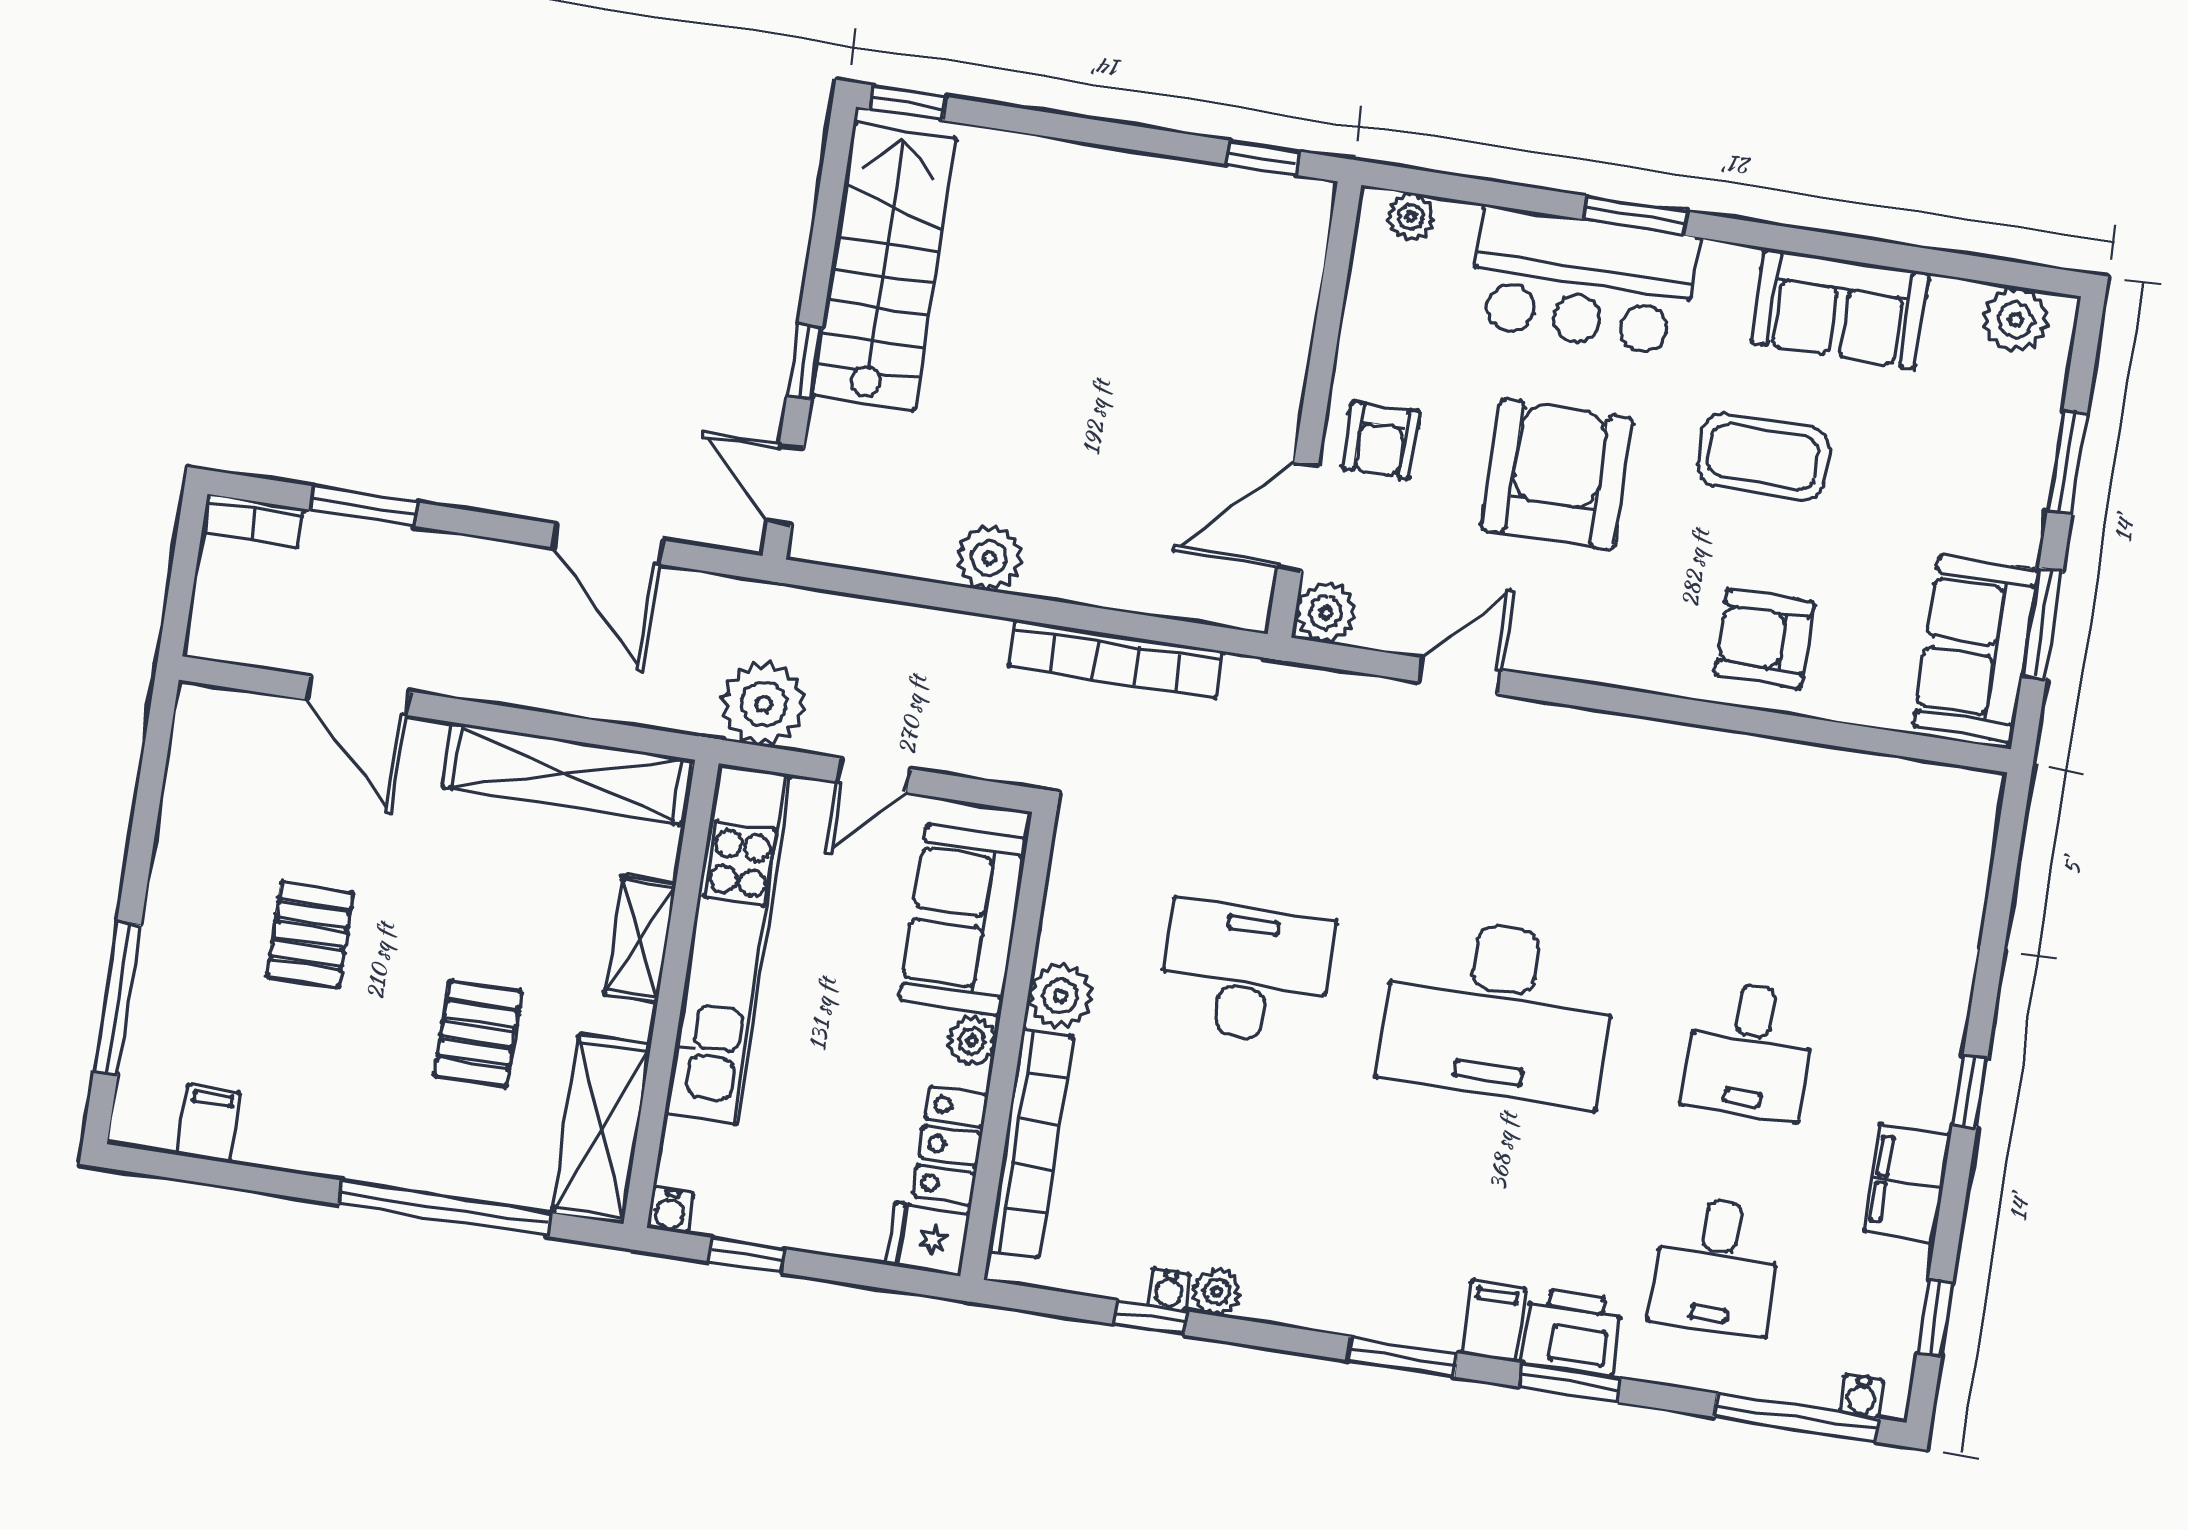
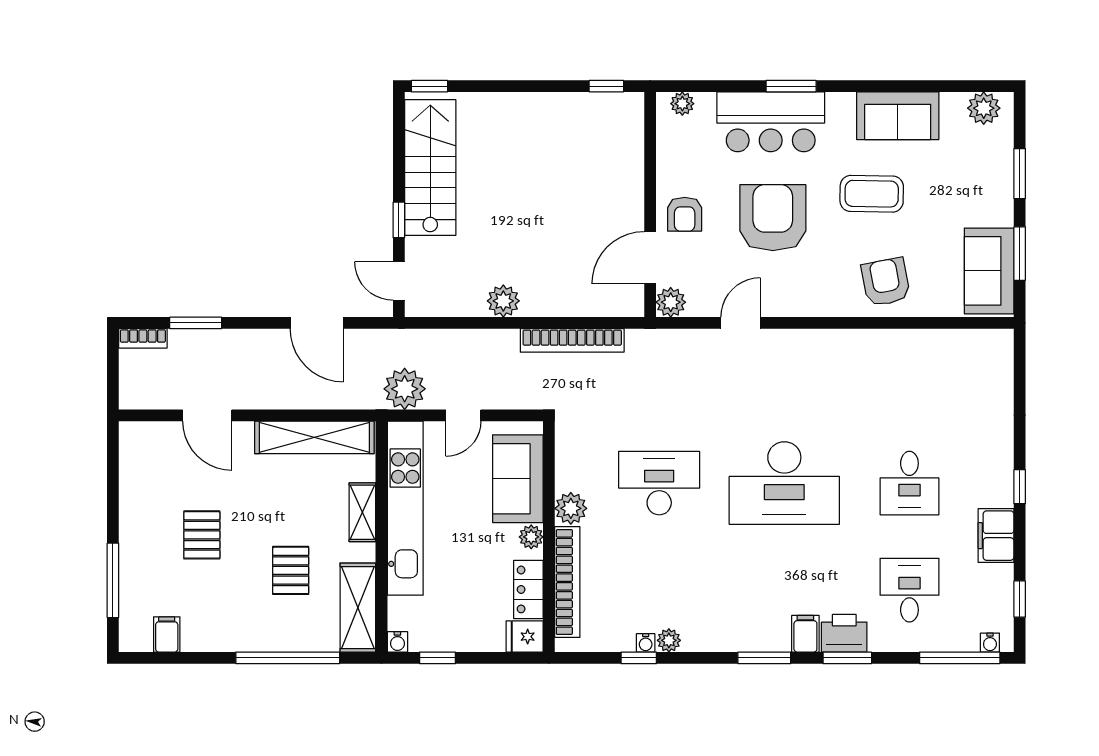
armchair: (1764, 639) -> (886, 282), turned 79
desk: (1716, 1266) -> (909, 590), turned 180

